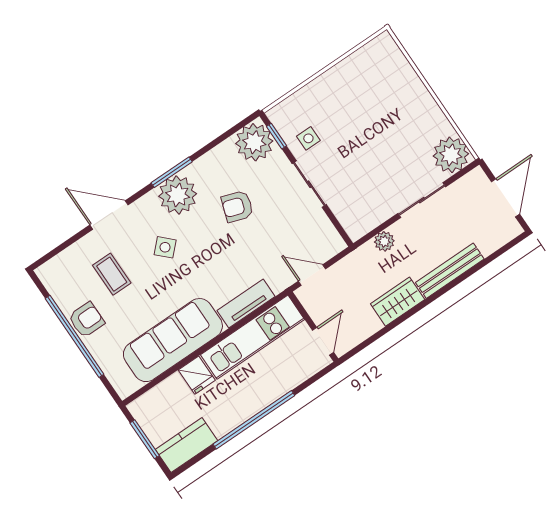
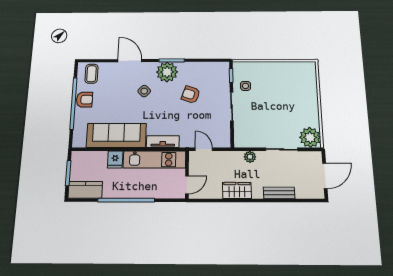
plant: (254, 142) -> (219, 72), removed
bench: (450, 271) -> (279, 193), width x0.73
coffee table: (112, 274) -> (91, 74), moved

